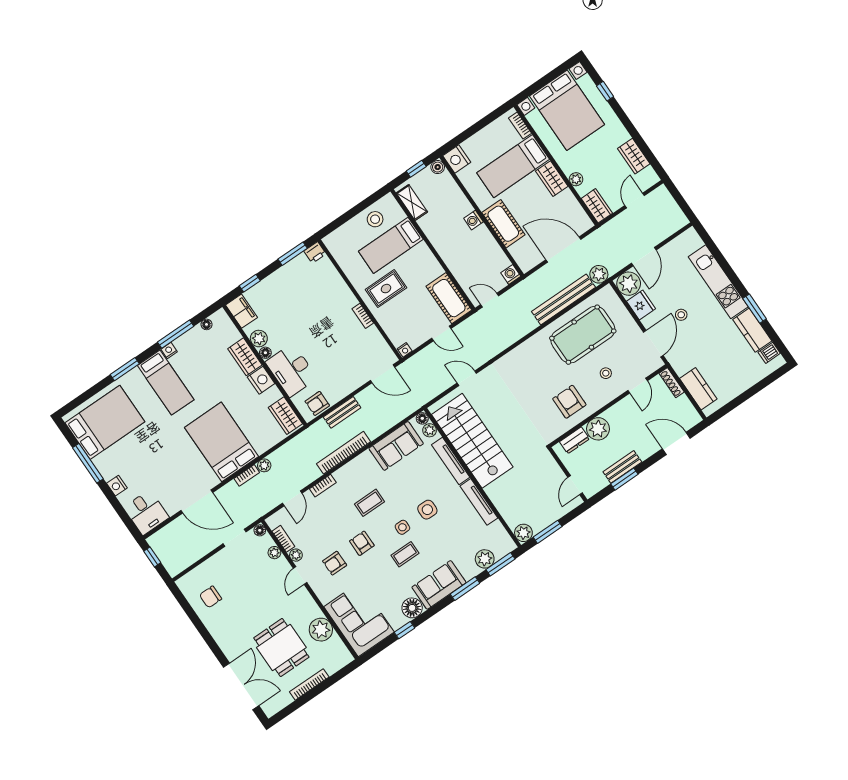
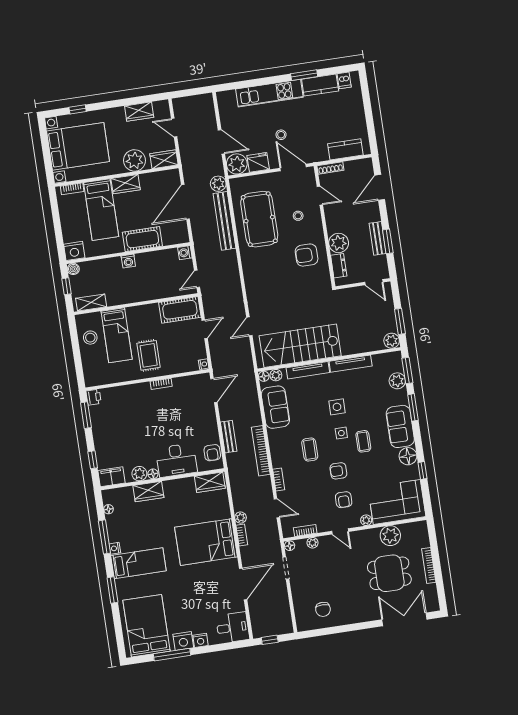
plant: (576, 179) -> (135, 160), width x1.88, depth x1.88
nightstand: (261, 380) -> (183, 641), moved, turned 180
plant: (296, 555) -> (366, 520), moved

